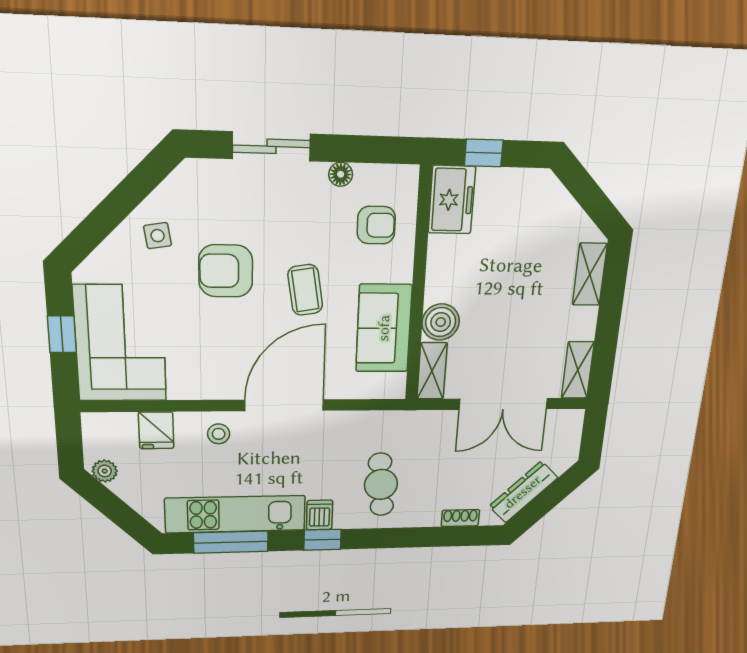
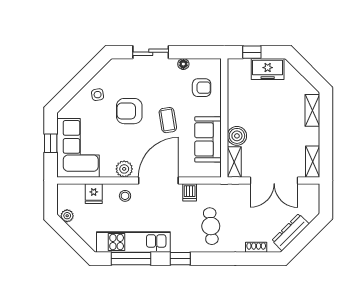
freezer: (452, 200) -> (268, 69), moved, turned 90
plant: (216, 384) -> (124, 169), added
dishwasher: (320, 515) -> (190, 192), moved, turned 180

